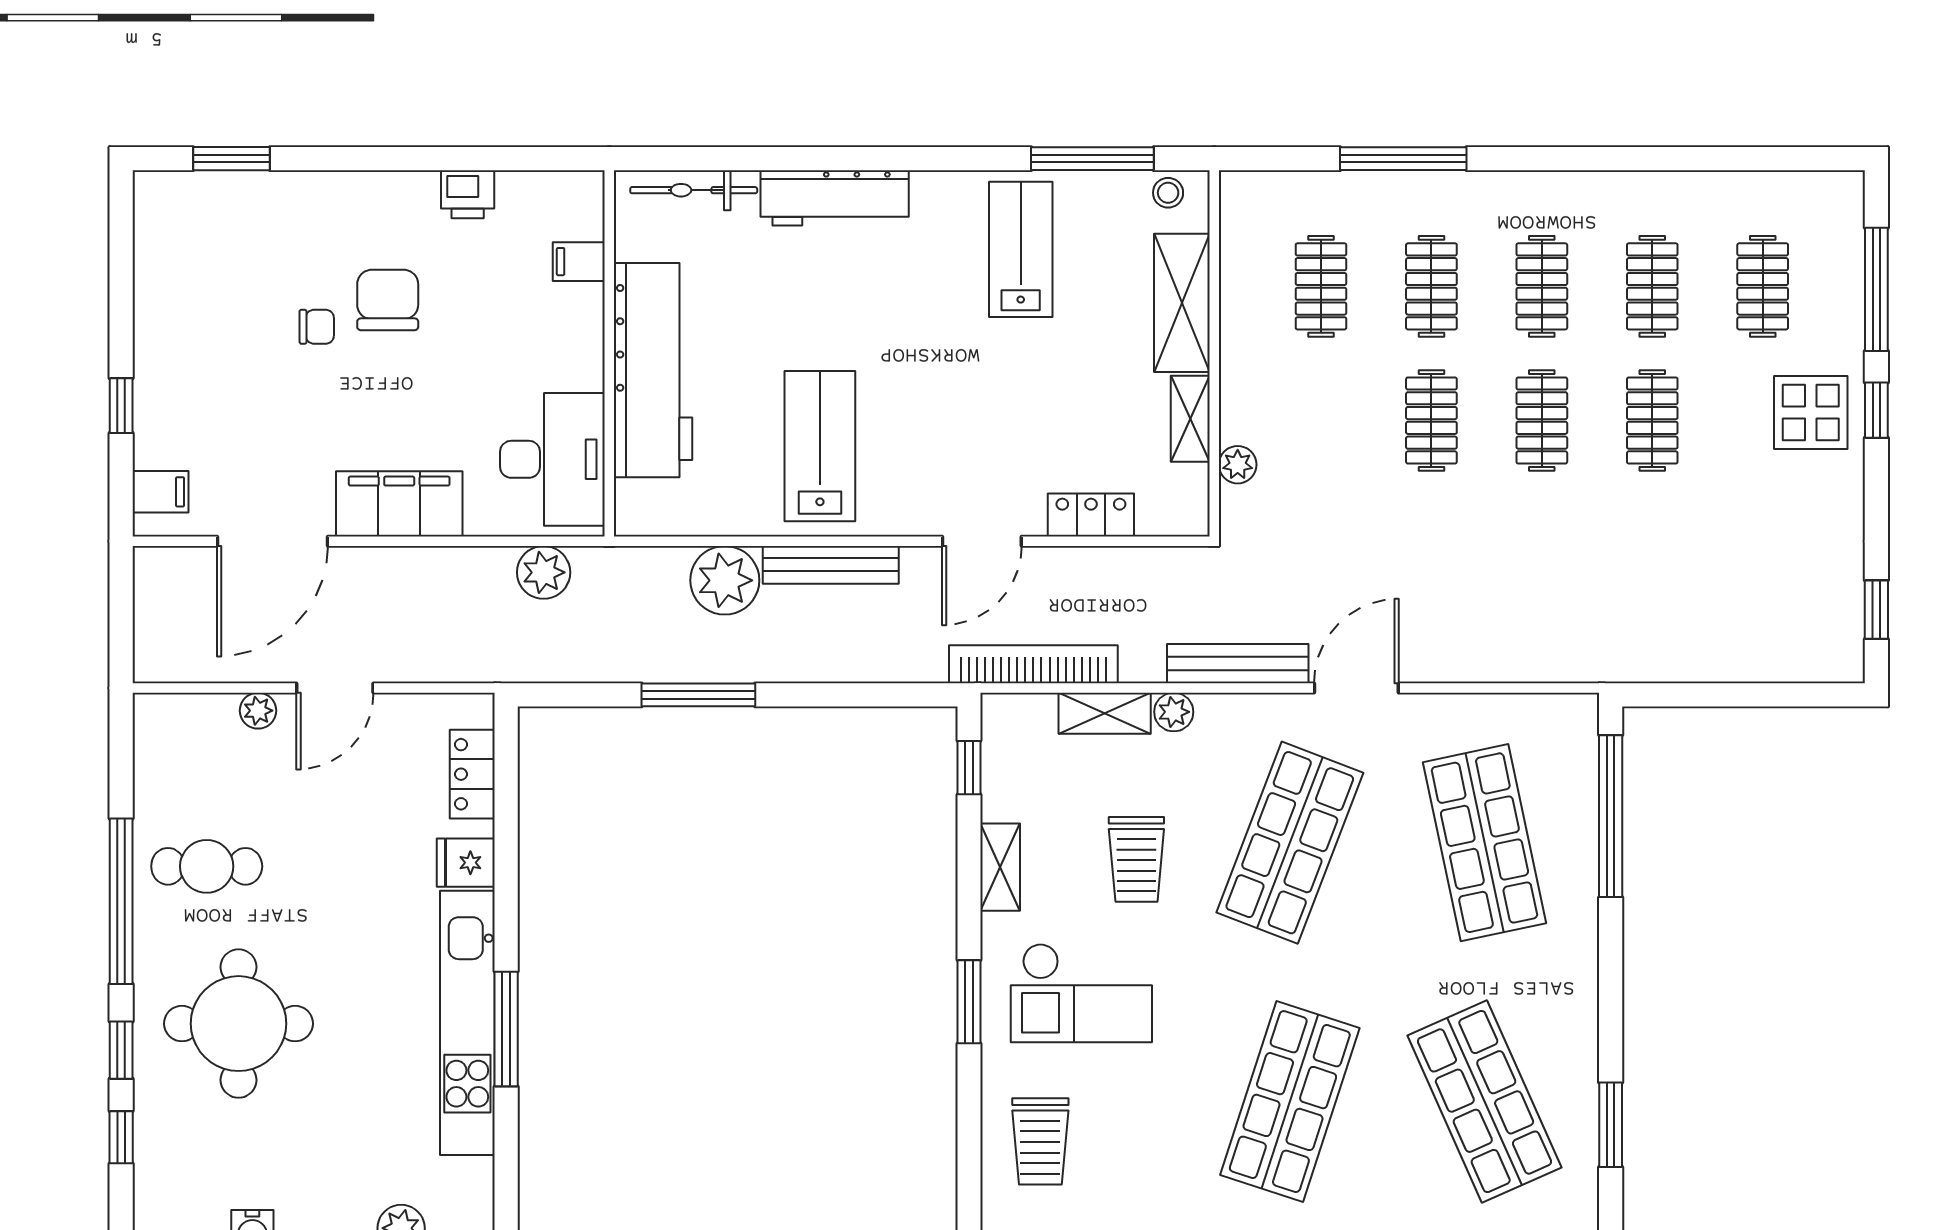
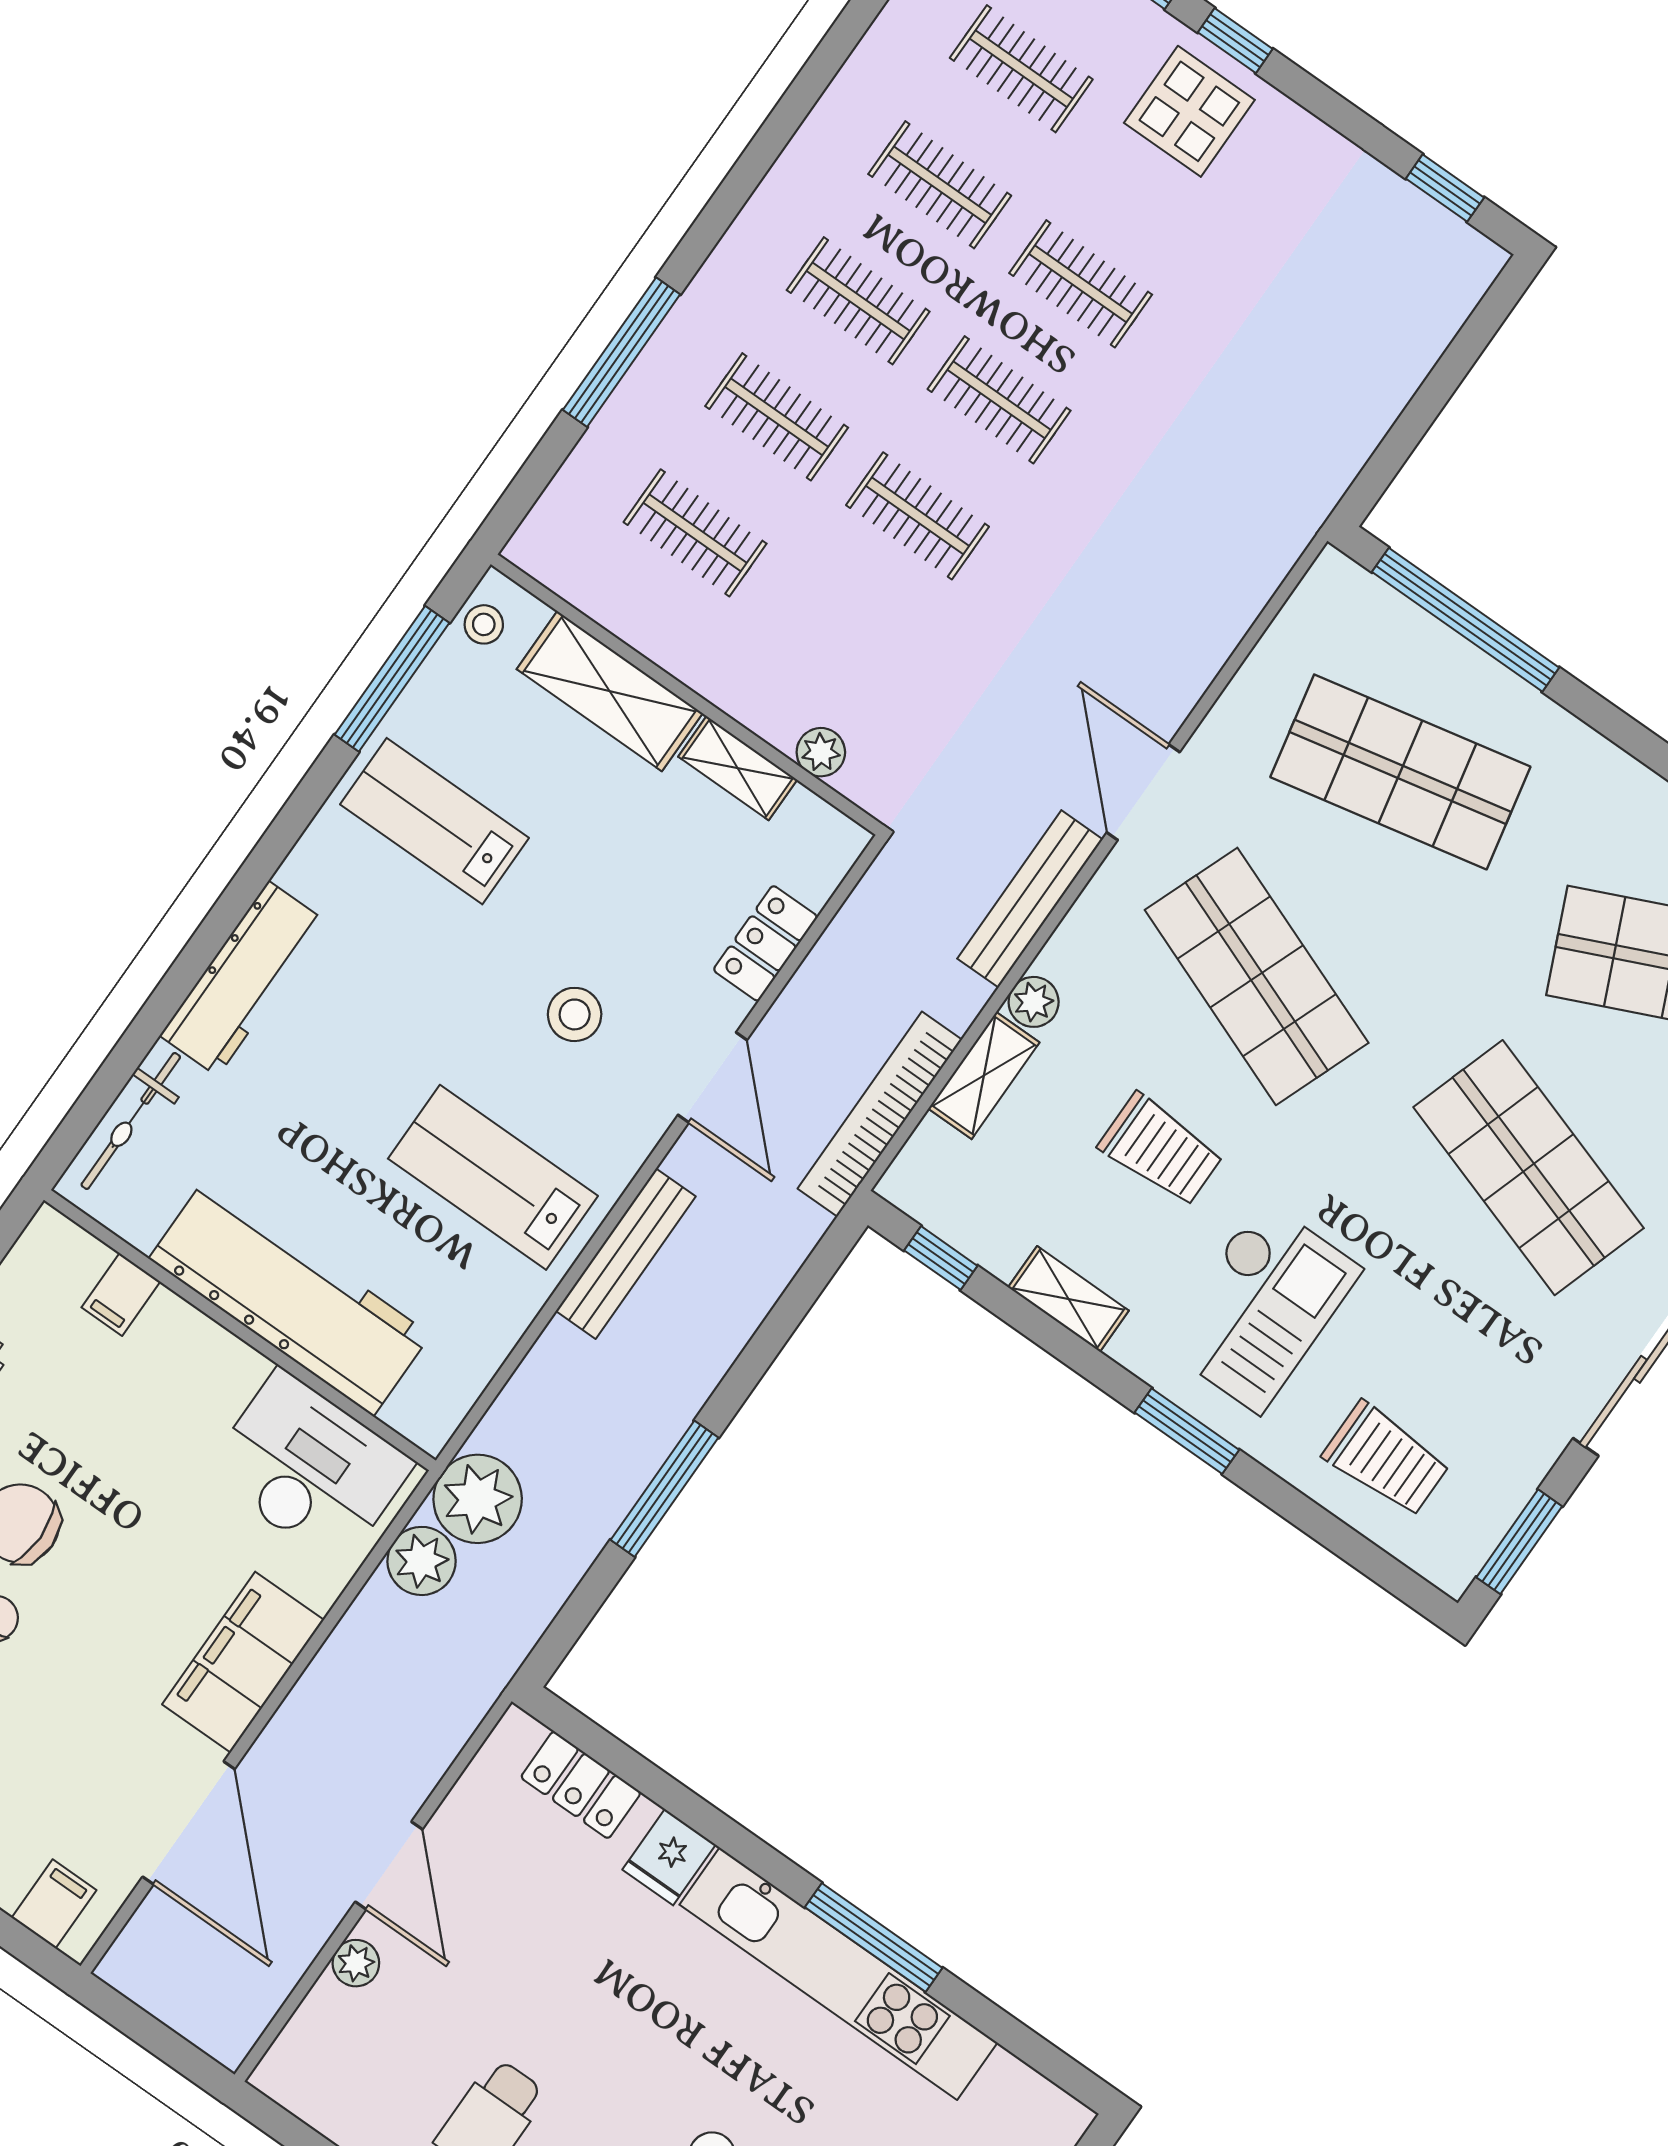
stool: (960, 425) -> (575, 1014), added
plant: (725, 580) -> (478, 1499), moved

